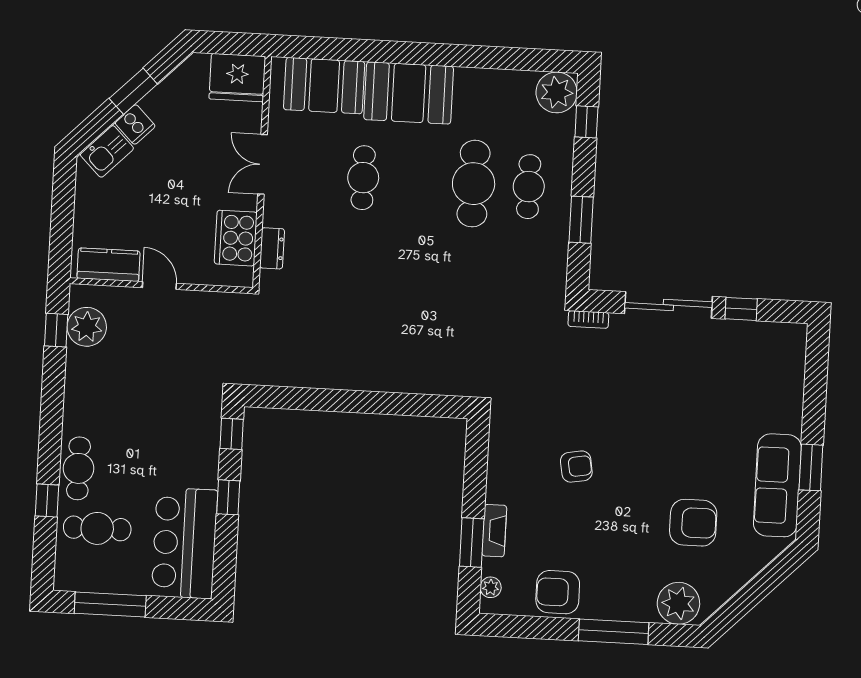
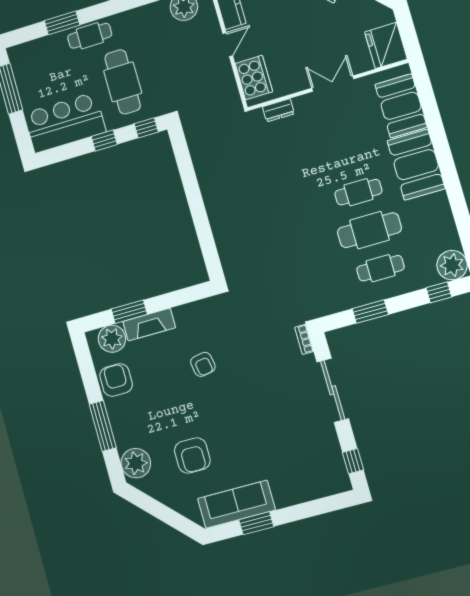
cafe table: (363, 178) -> (358, 192), moved
cooker: (236, 238) -> (254, 78), moved, turned 90
window: (741, 309) -> (353, 461), moved
window: (47, 500) -> (62, 23), width x1.50
cafe table: (97, 528) -> (123, 82), moved, width x1.37, depth x1.35
fireplace: (494, 531) -> (149, 325), width x1.37, depth x1.32
plant: (491, 587) -> (112, 339), width x1.88, depth x1.88

